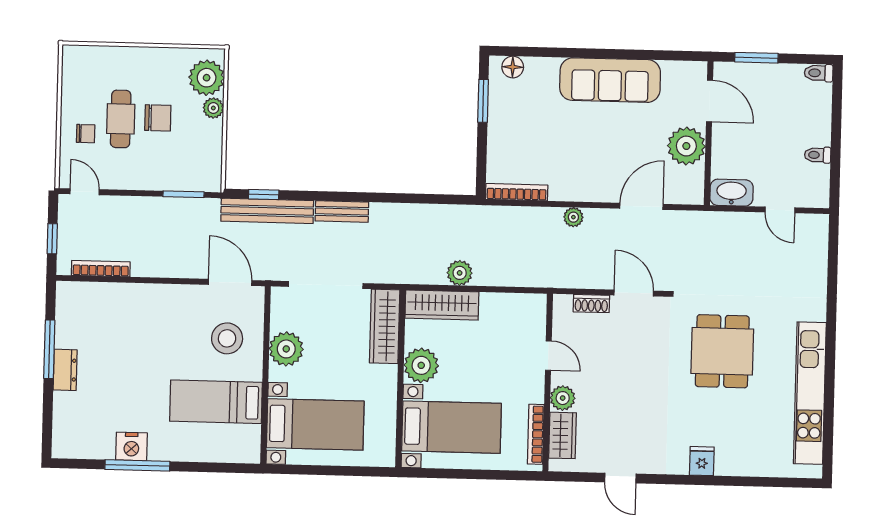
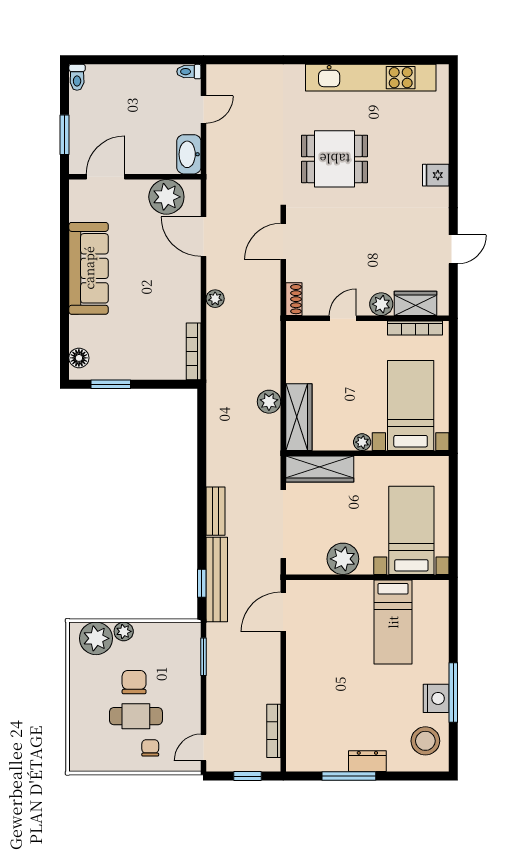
plant: (686, 146) -> (166, 197), moved
toilet: (818, 155) -> (189, 72), moved, turned 90
shoe rack: (591, 304) -> (294, 299), moved
stool: (227, 338) -> (425, 741), moved
plant: (421, 365) -> (362, 442), width x0.53, depth x0.53

